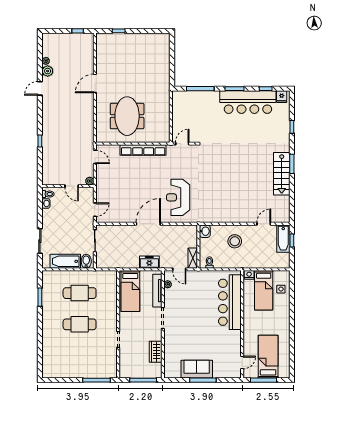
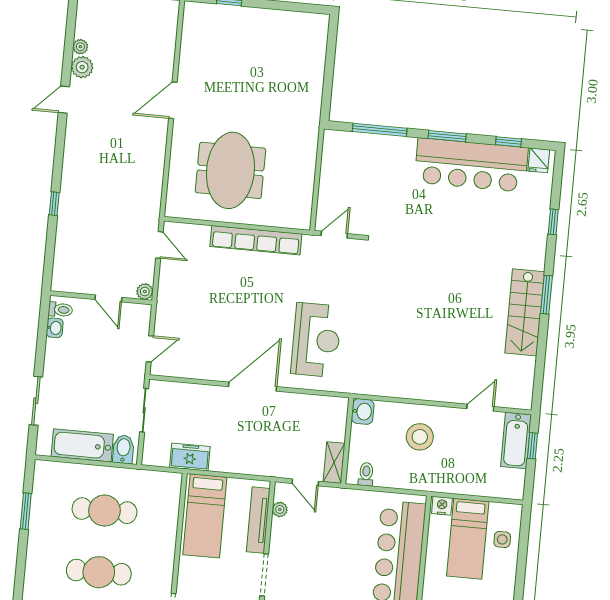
reception desk: (178, 197) -> (316, 340), turned 180
freezer: (149, 262) -> (190, 457), moved

